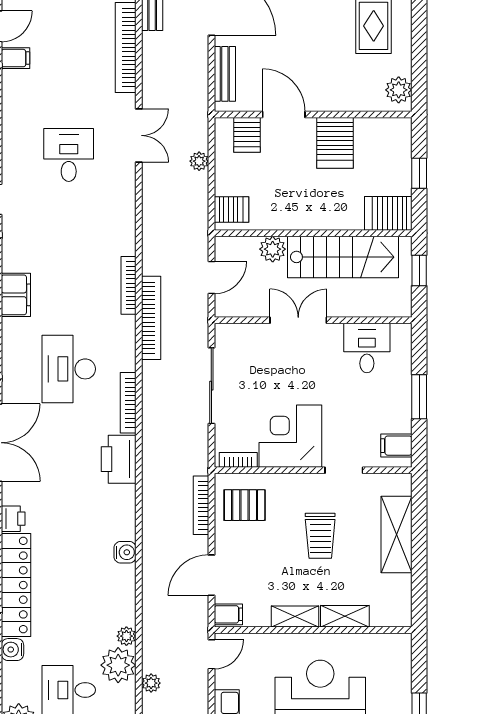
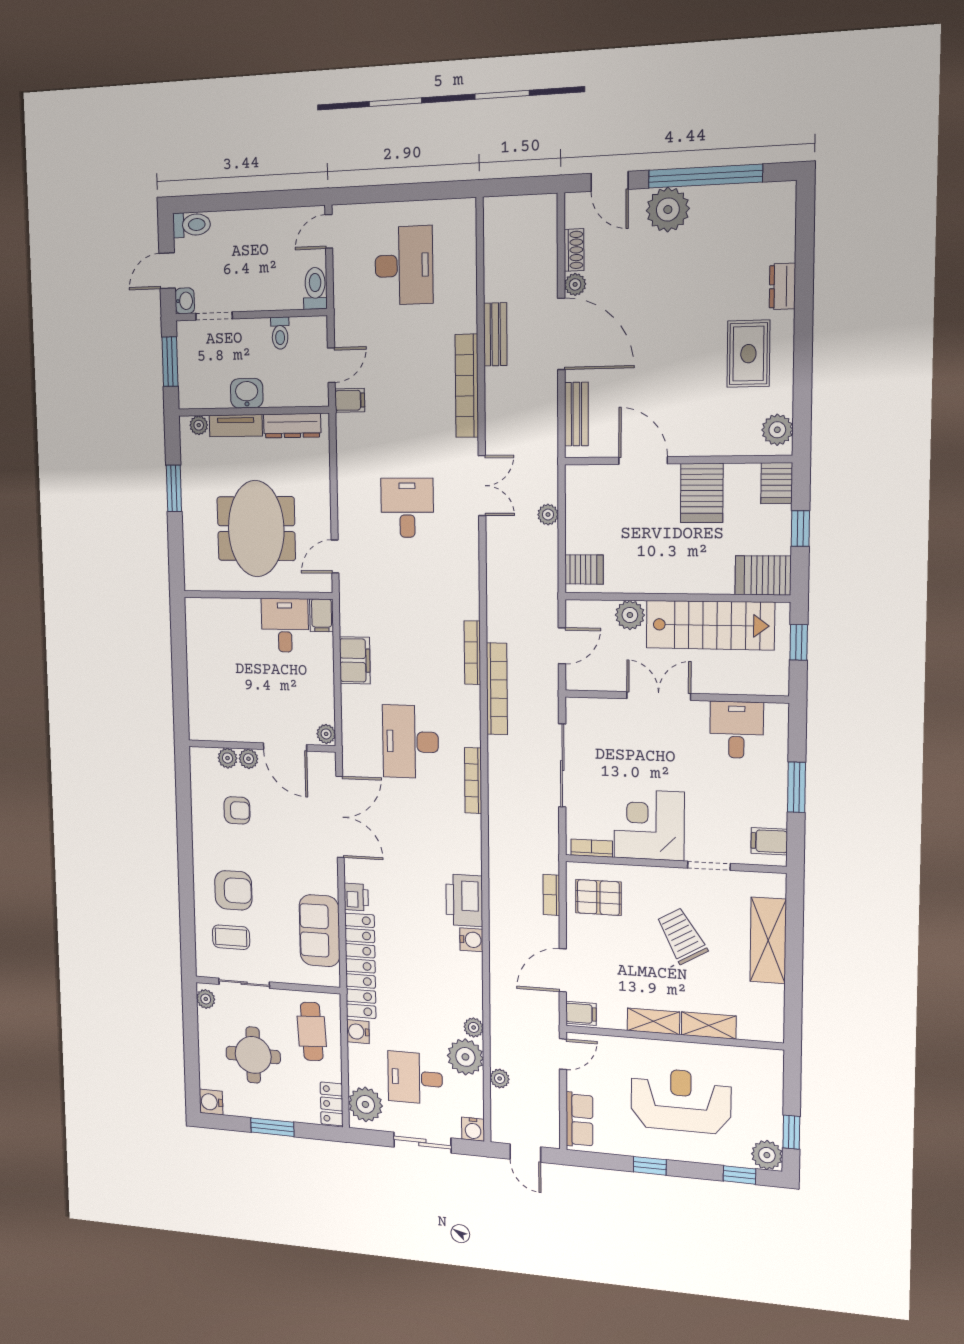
server rack: (247, 135) -> (777, 483), moved
printer: (119, 459) -> (464, 900), moved
bookcase: (201, 505) -> (551, 895), width x0.64
trolley: (320, 536) -> (682, 936), turned 150

